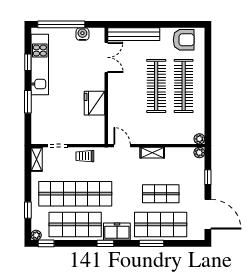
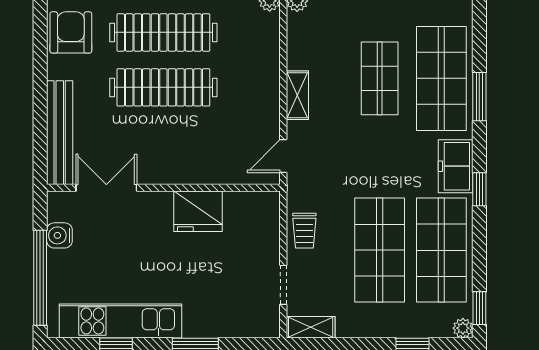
shop shelf: (75, 194) -> (380, 250), width x0.71

